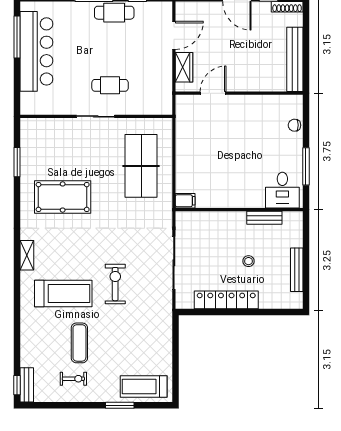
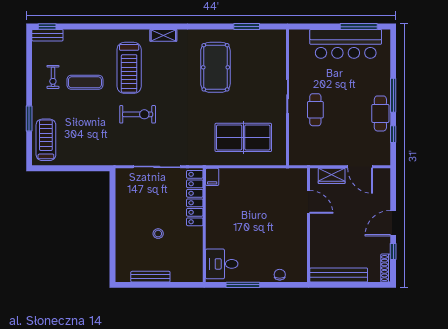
bench: (264, 218) -> (197, 248), removed
locker: (226, 300) -> (195, 198), moved, turned 180

